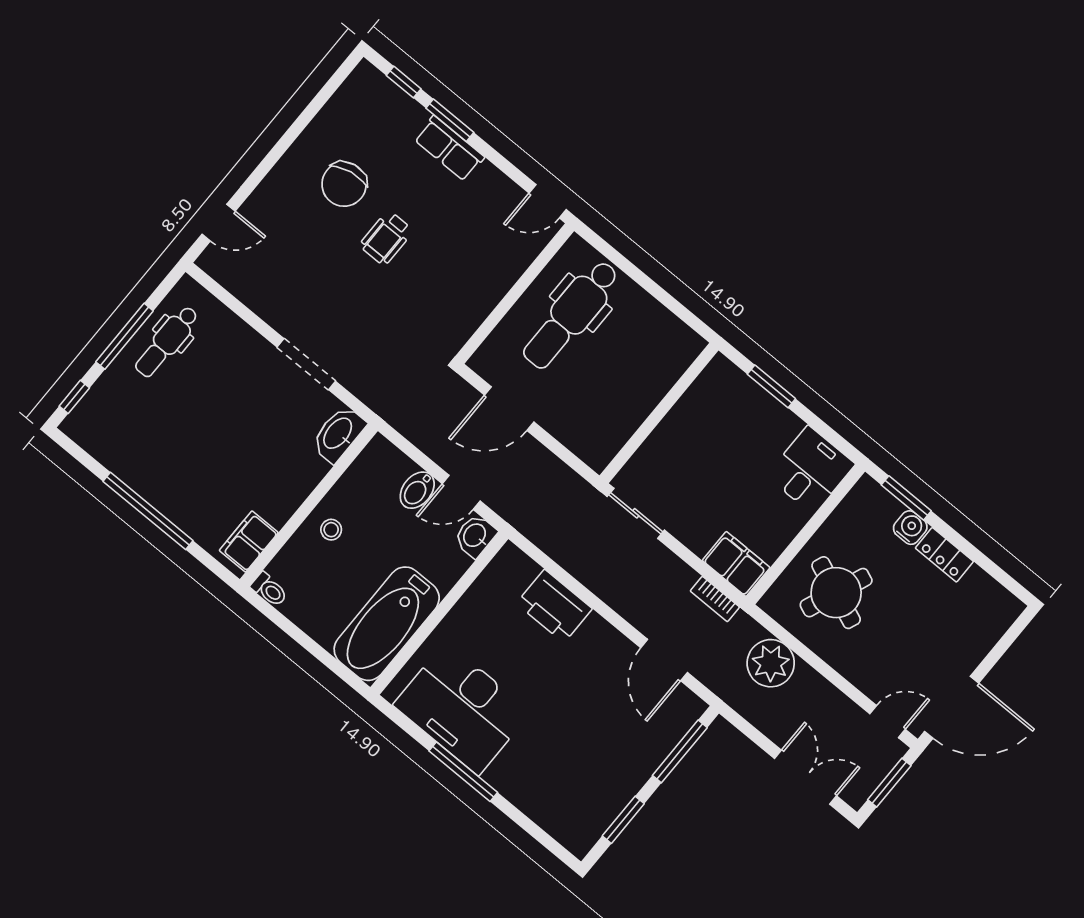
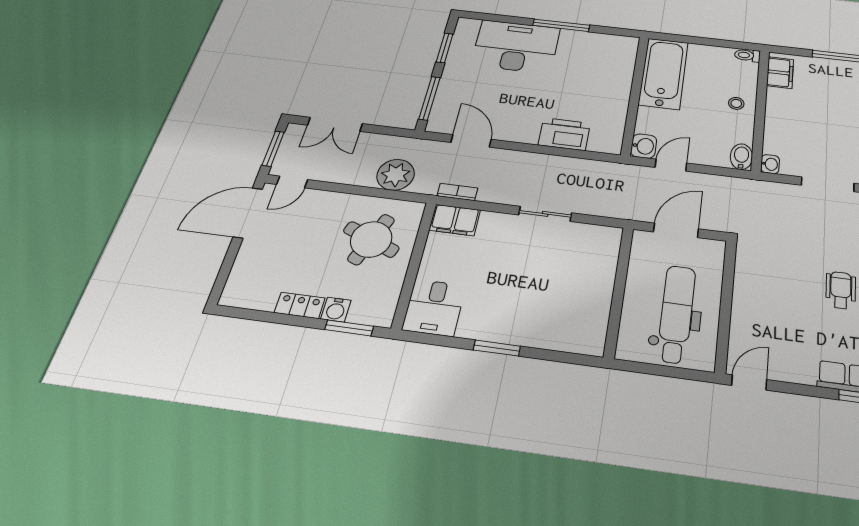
wall: (659, 413) -> (619, 291), moved
washbasin: (338, 434) -> (770, 164), width x0.52, depth x0.69
bidet: (417, 490) -> (741, 157), moved
desk: (462, 708) -> (516, 47), moved

